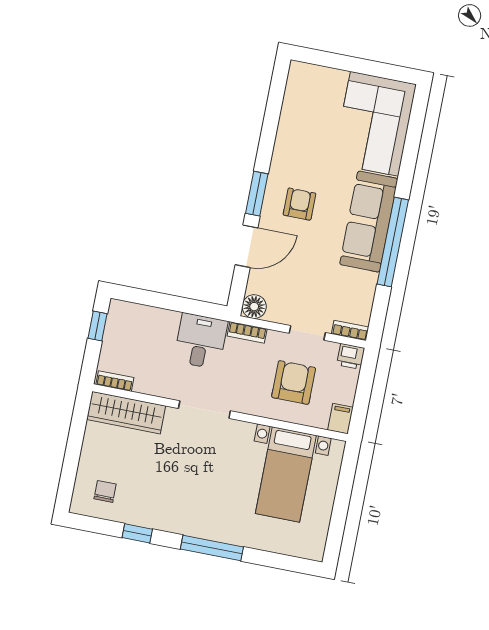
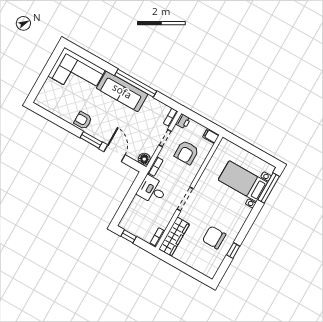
armchair: (299, 204) -> (83, 120), moved
armchair: (294, 383) -> (186, 152), turned -90
bed with nightstands: (286, 474) -> (243, 181), moved, turned 180
chair: (105, 491) -> (214, 237), moved, width x1.87, depth x1.87
window: (212, 548) -> (269, 188), moved

